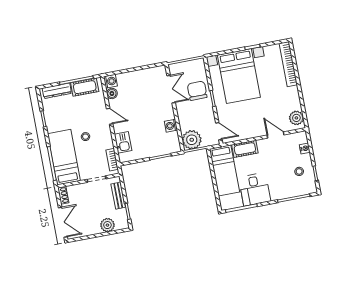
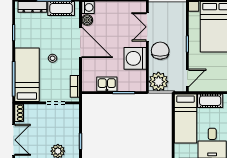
double door: (171, 89) -> (147, 27), swing flipped
chair: (197, 91) -> (160, 51), moved
door: (110, 116) -> (80, 42), width x1.88
washing machine: (171, 126) -> (135, 58), width x1.89, depth x1.89
door: (219, 131) -> (187, 78), hinge flipped
kitchen sink: (123, 142) -> (107, 84), moved, turned -90
bench: (118, 196) -> (74, 124), removed

